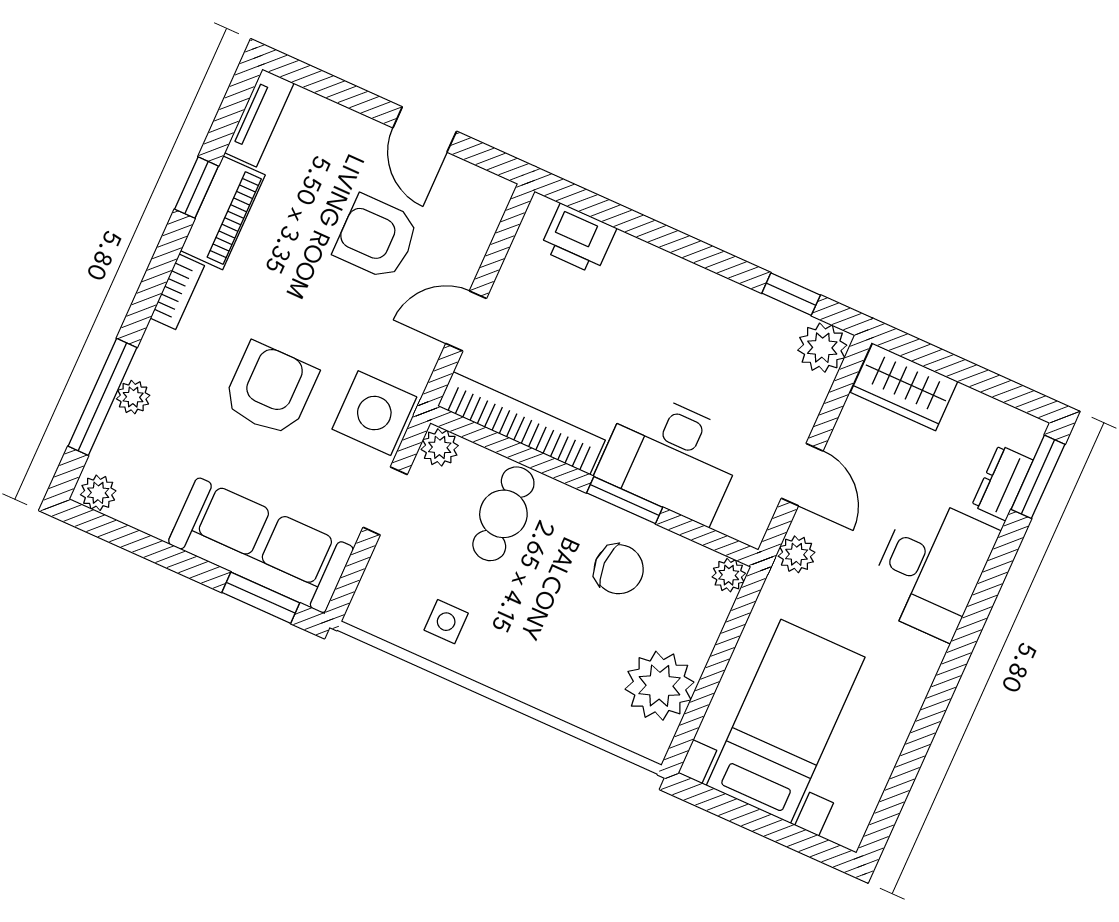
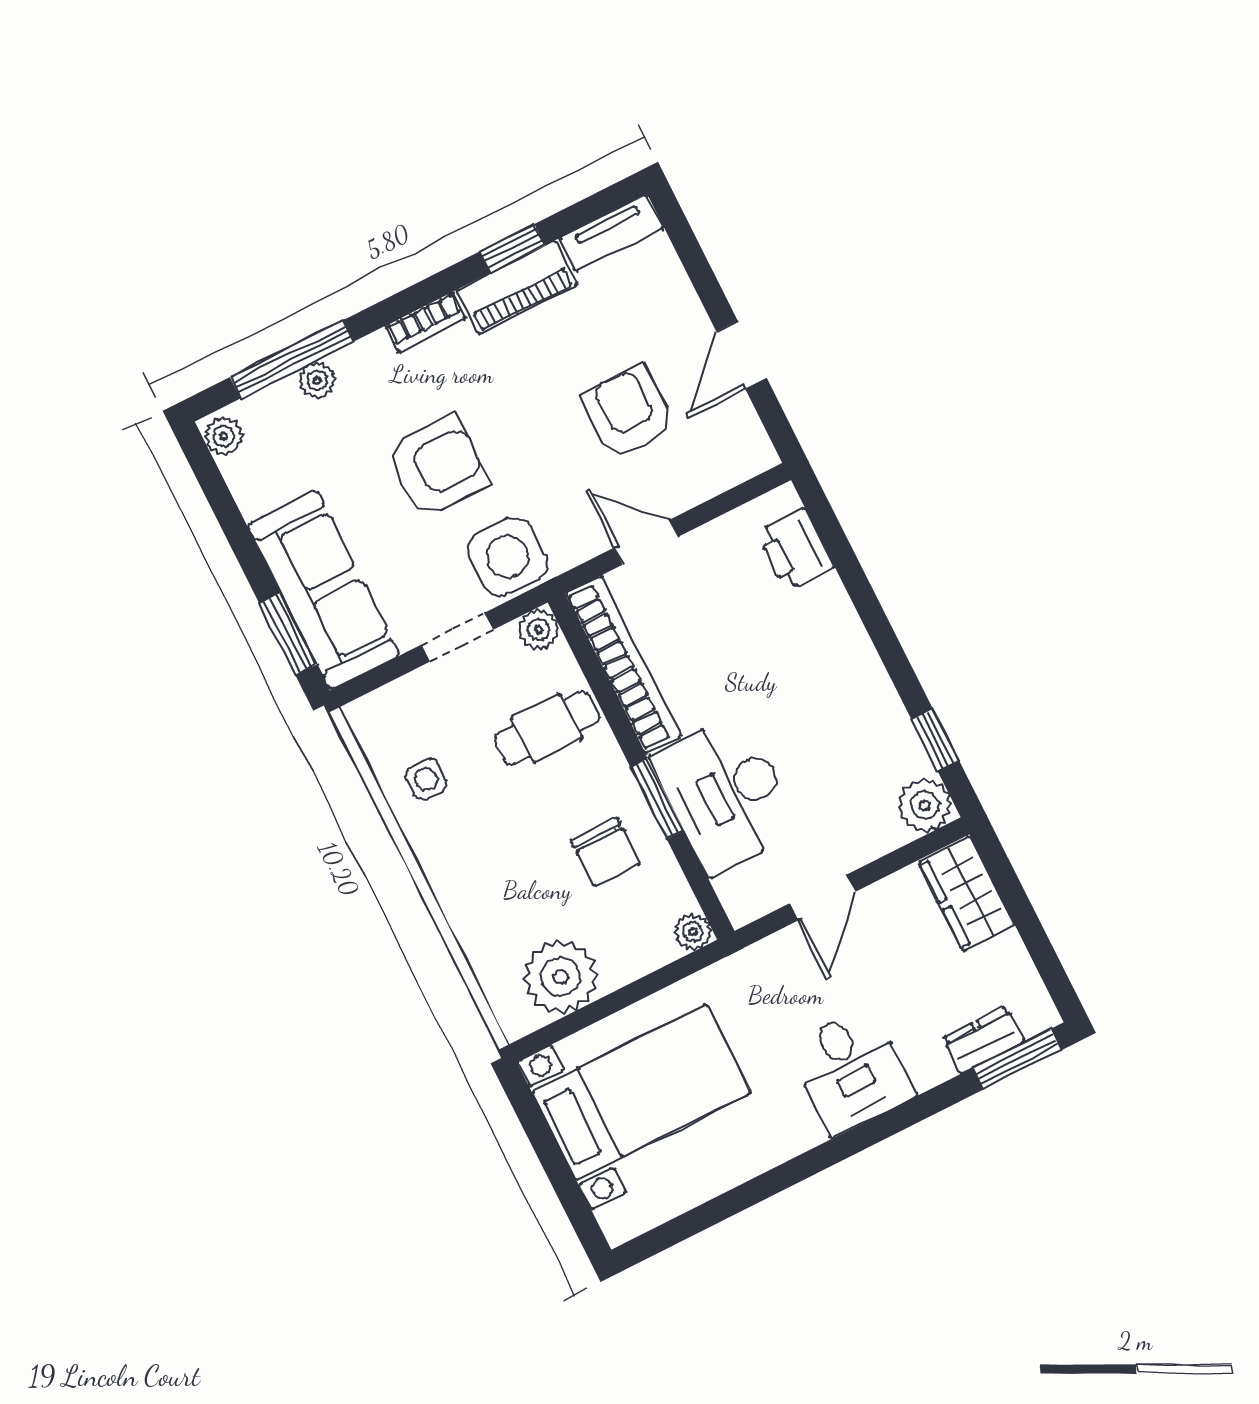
plant: (797, 554) -> (764, 960), removed
desk: (932, 567) -> (851, 1071), width x0.73

